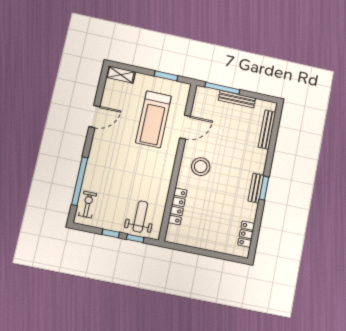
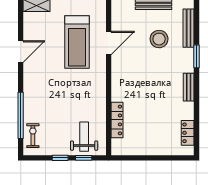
stool: (201, 167) -> (159, 39), moved
window: (264, 188) -> (196, 56), moved

